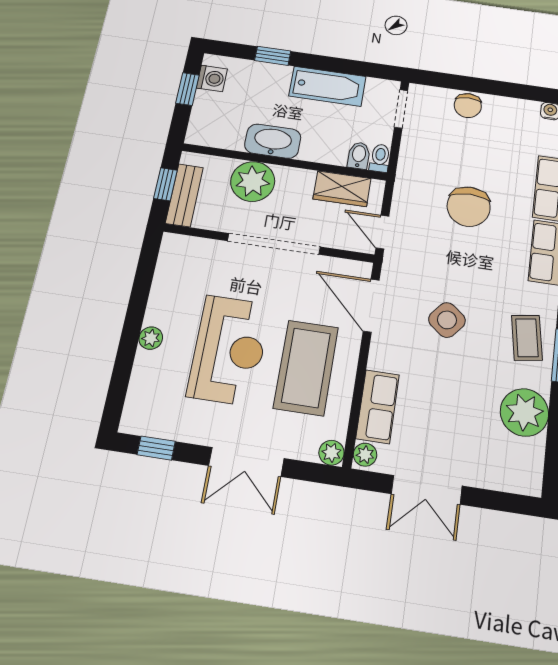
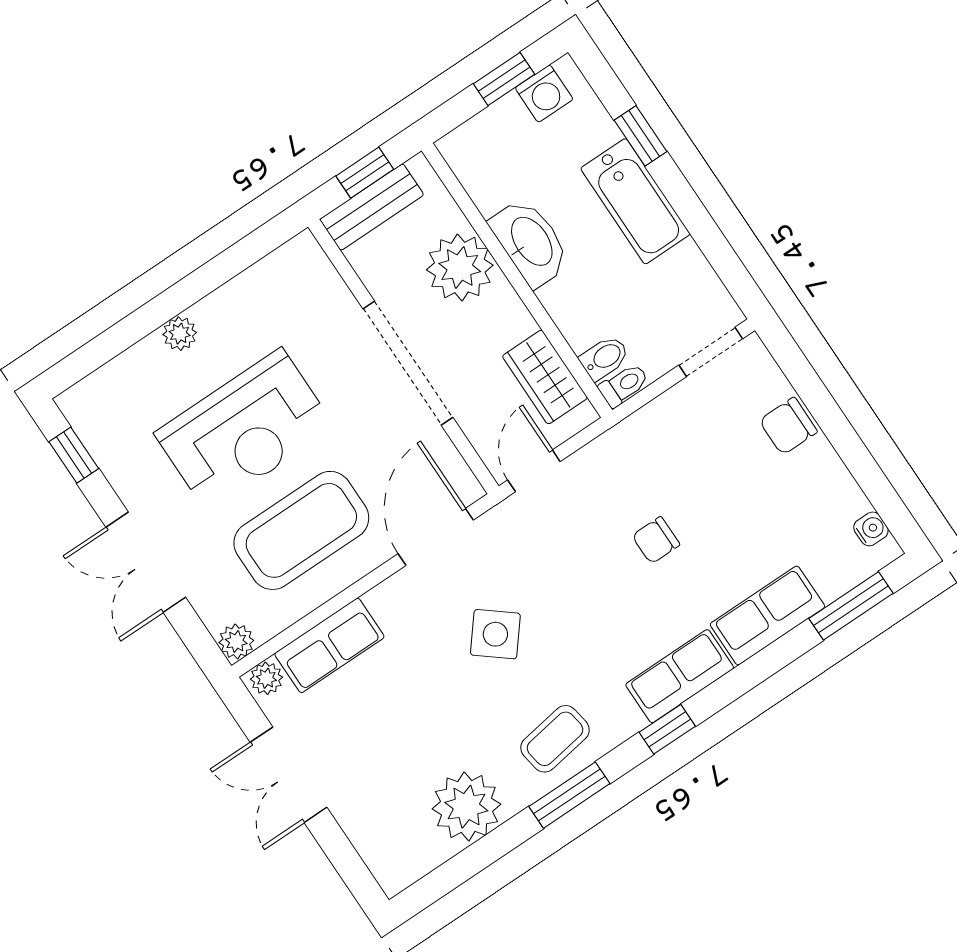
bathtub: (327, 86) -> (635, 201), moved
chair: (469, 207) -> (656, 540), width x0.54, depth x0.54

